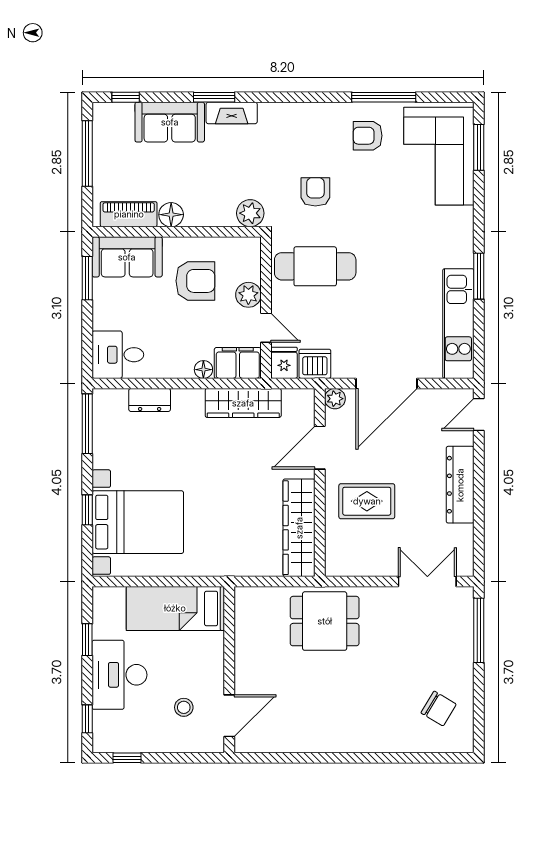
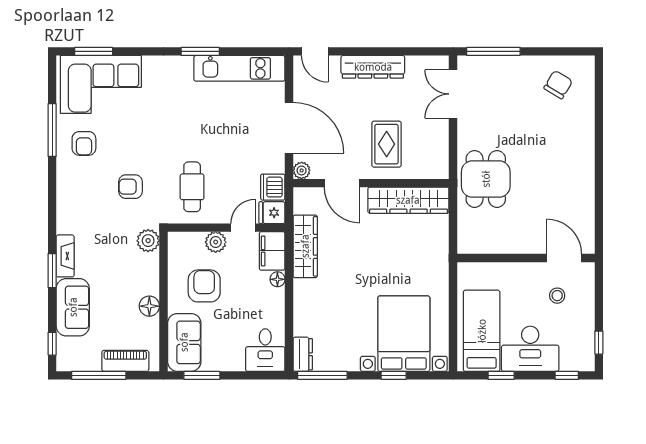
piano: (129, 214) -> (125, 361), moved, turned 90
cafe table: (315, 266) -> (192, 187), width x0.73, depth x0.74
dresser: (150, 400) -> (303, 354), moved
bed: (175, 608) -> (482, 331), moved, turned 180

